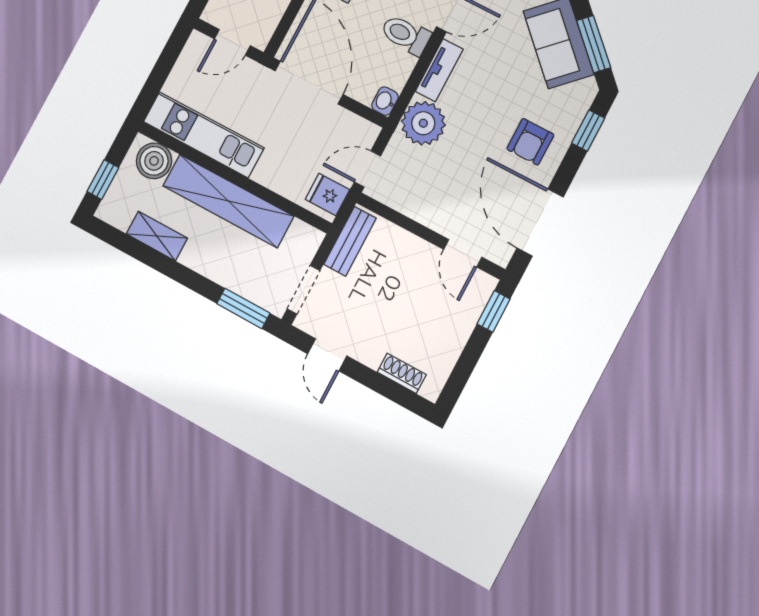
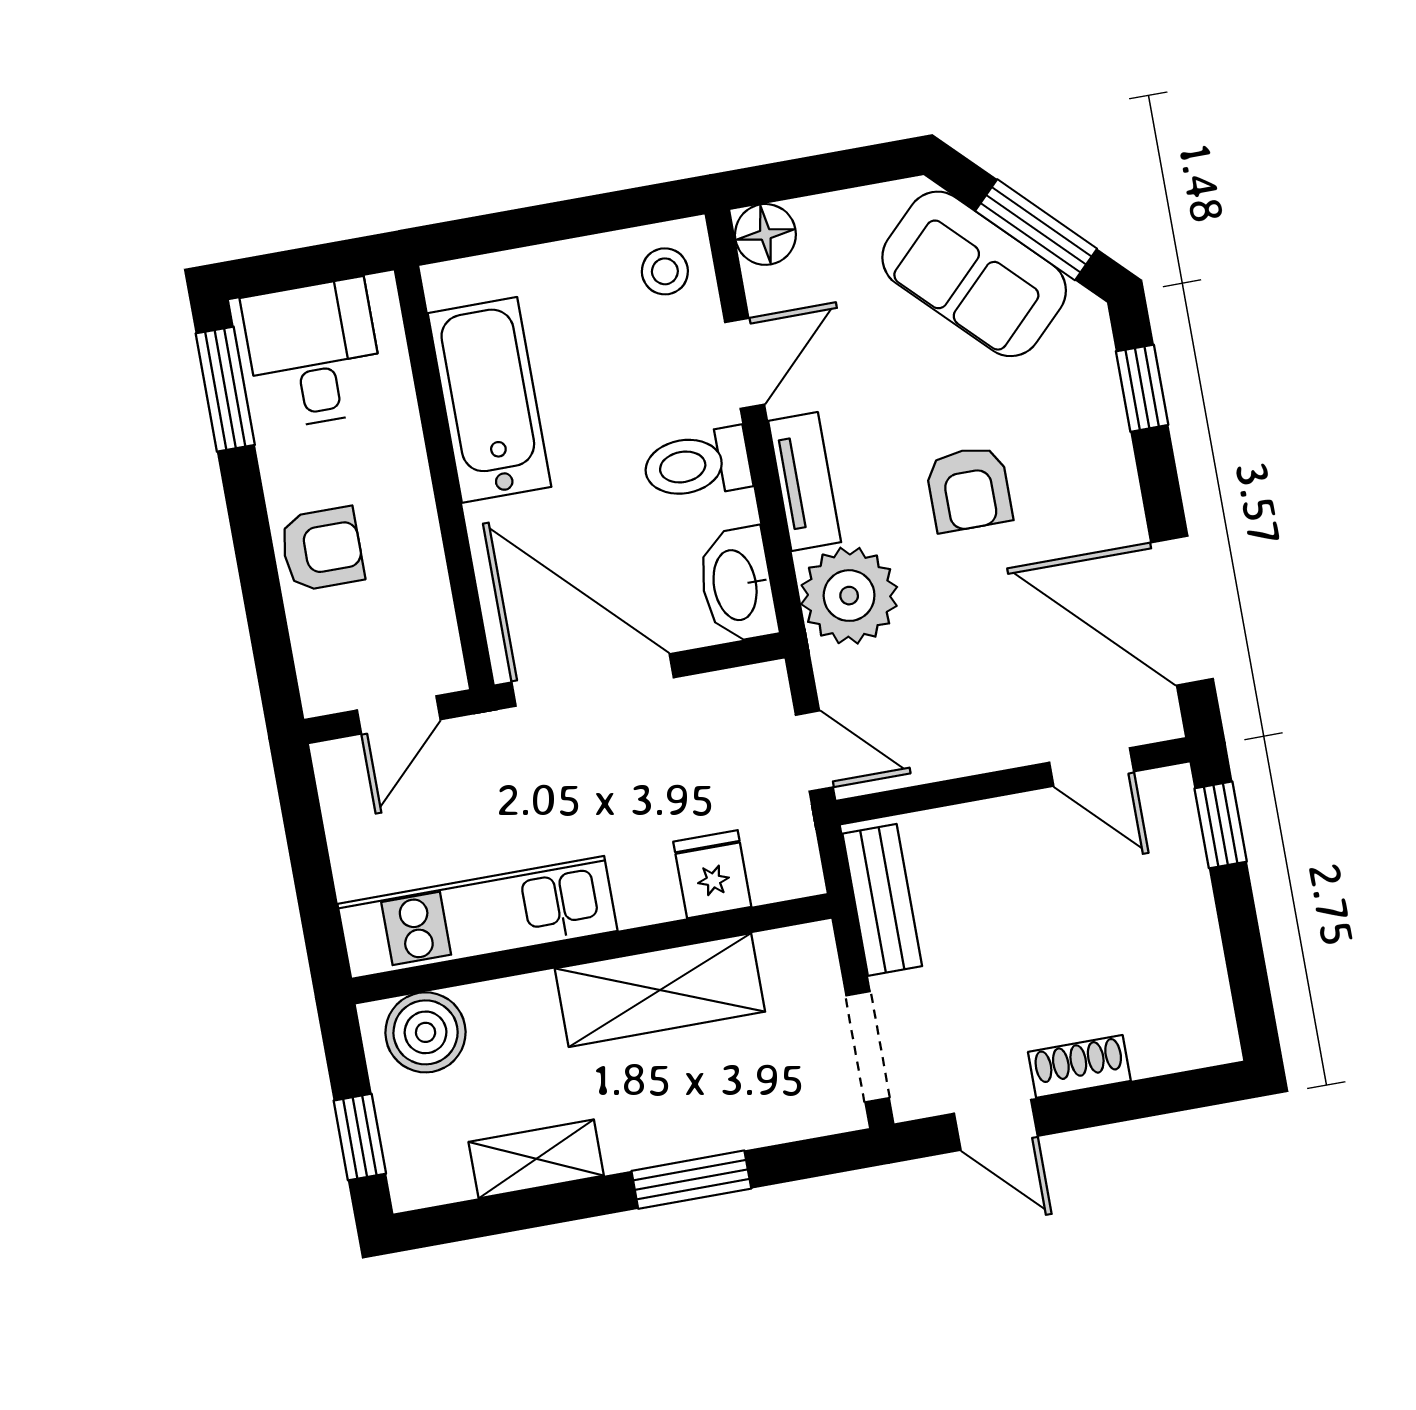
washbasin: (385, 101) -> (737, 585), width x1.91, depth x1.45
armchair: (530, 142) -> (969, 489), moved
door: (367, 169) -> (814, 751), swing flipped
fridge: (327, 195) -> (712, 874), moved, turned 90
shelving: (228, 201) -> (660, 990), width x0.68
window: (243, 308) -> (691, 1180), moved
shoe rack: (402, 373) -> (1079, 1066), moved

